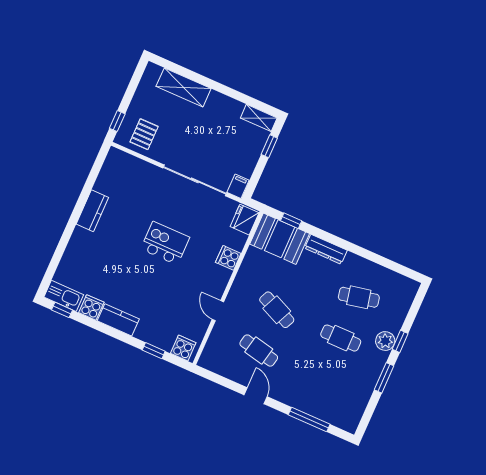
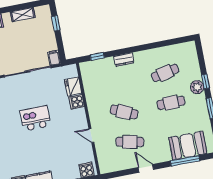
shelving: (259, 118) -> (23, 15), moved
fridge: (245, 220) -> (73, 87), moved
booth: (280, 239) -> (188, 145), moved
dresser: (326, 249) -> (124, 60), width x0.70

